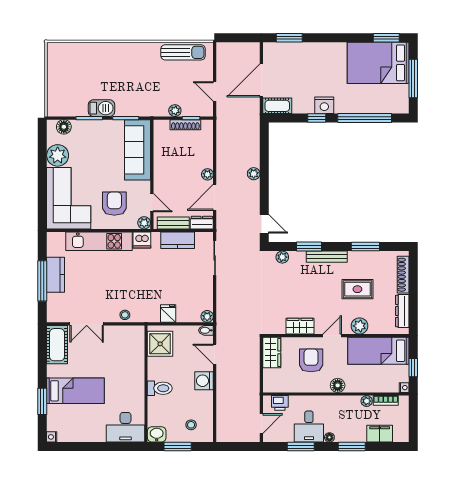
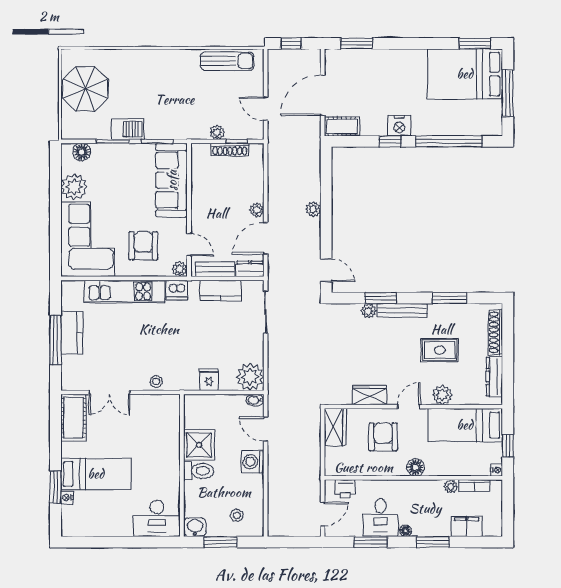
window: (235, 38) -> (291, 43), added
parasol: (67, 75) -> (85, 89), added
plant: (282, 257) -> (369, 311), moved
plant: (207, 316) -> (250, 377), width x1.87, depth x1.87
shower: (160, 344) -> (199, 445), moved
nightstand: (52, 437) -> (67, 498), moved

